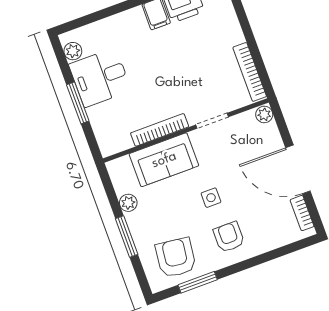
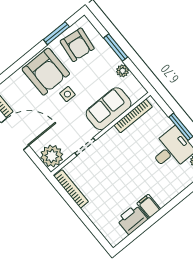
plant: (264, 114) -> (52, 156), width x1.88, depth x1.88
bookcase: (160, 130) -> (133, 116), moved
armchair: (229, 237) -> (46, 72), width x1.88, depth x1.88

